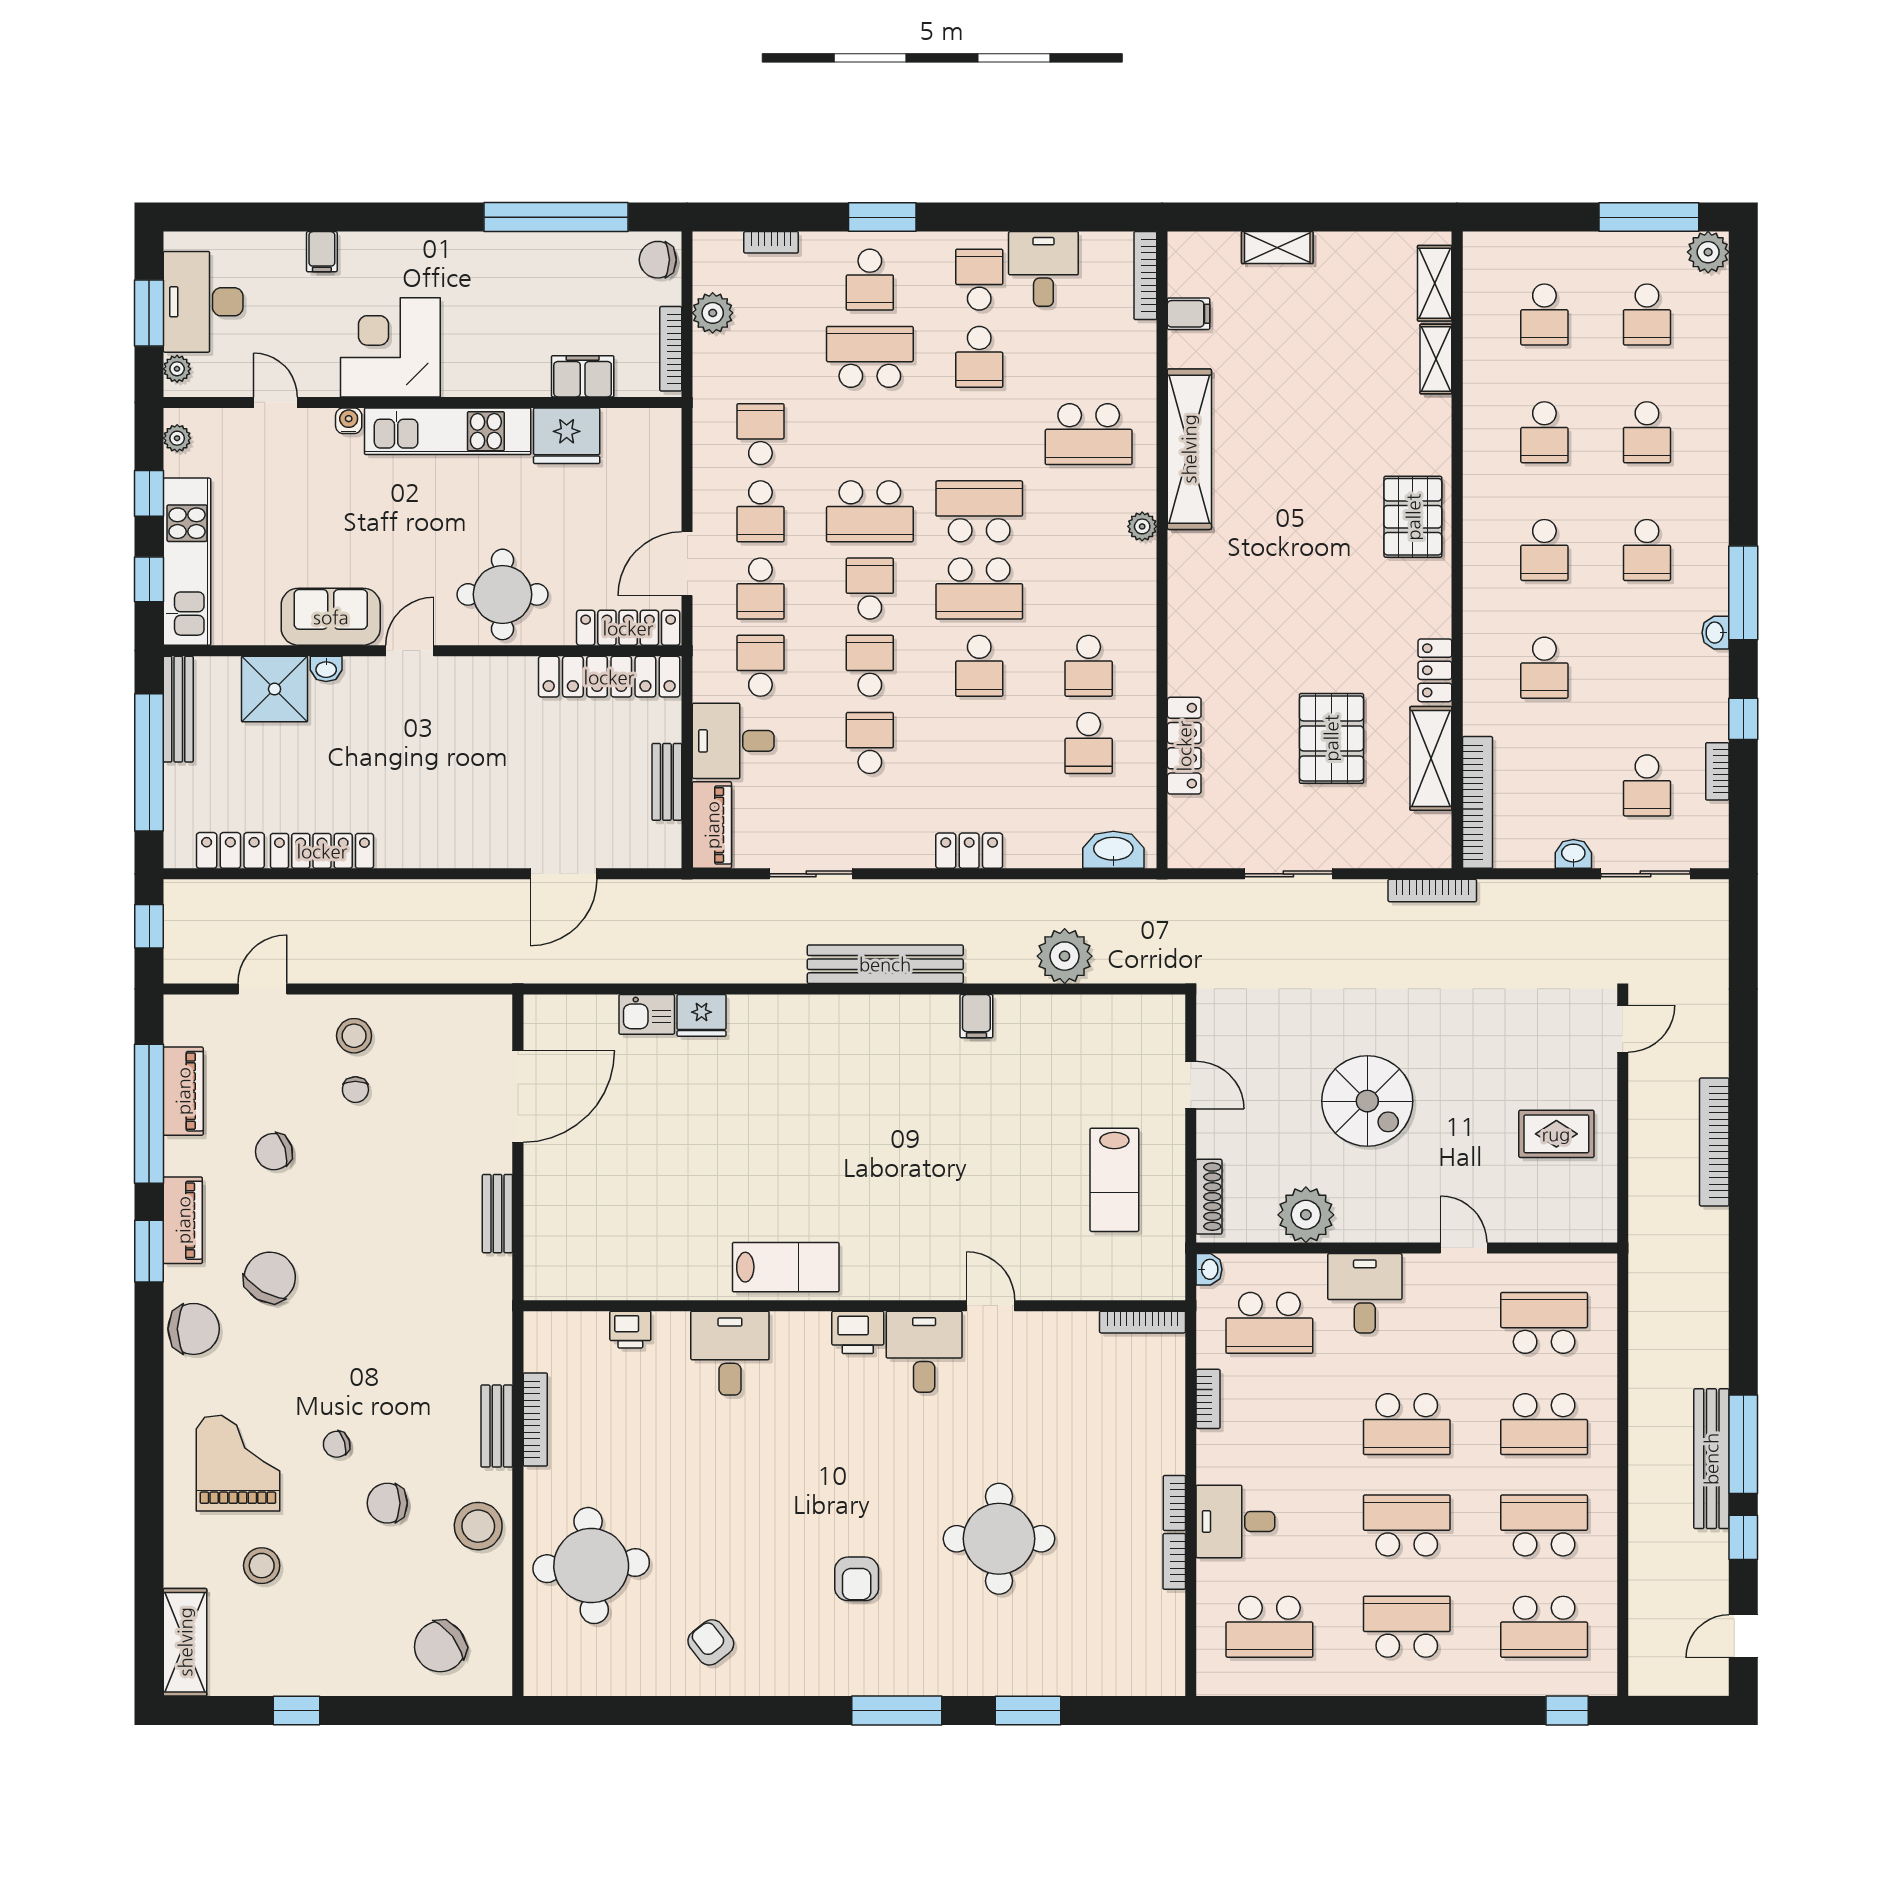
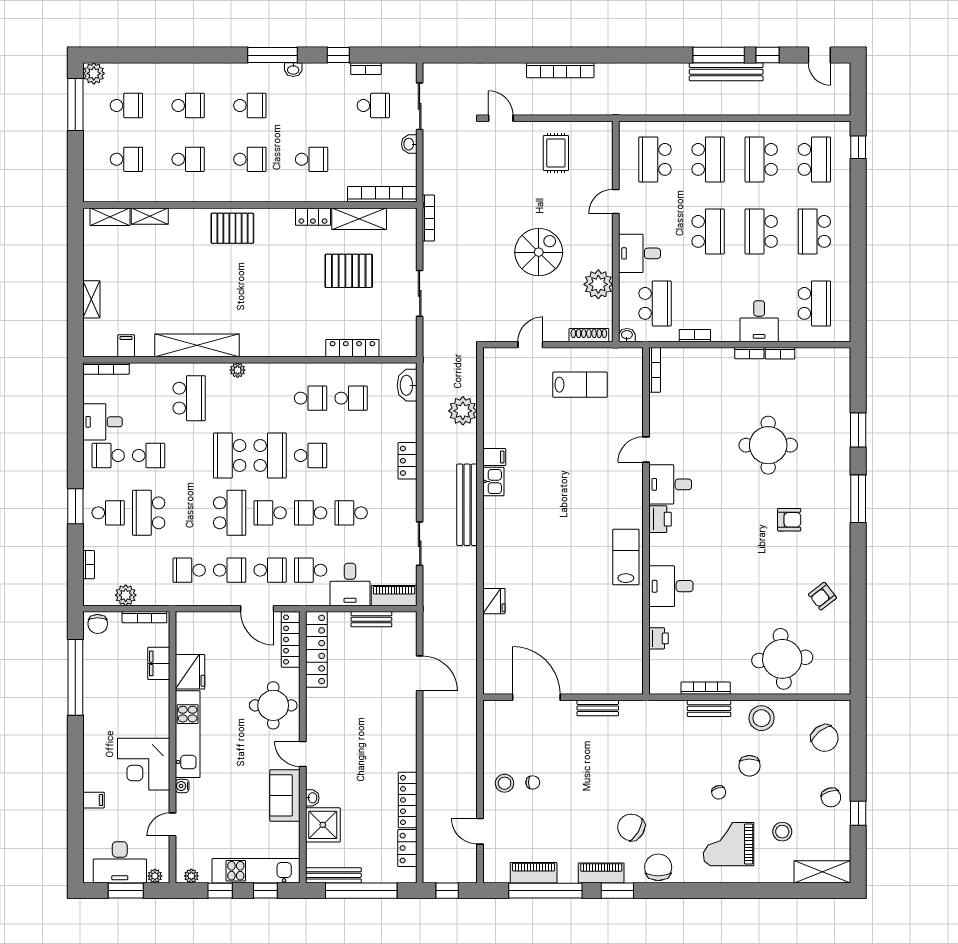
kitchen sink: (647, 1014) -> (493, 481), moved
chair: (274, 1152) -> (831, 797), moved

